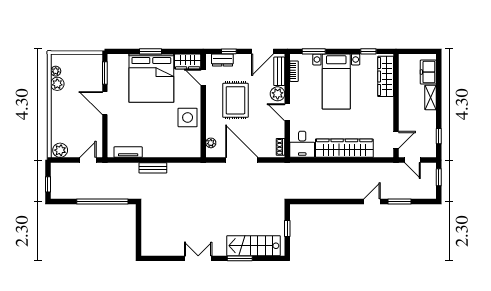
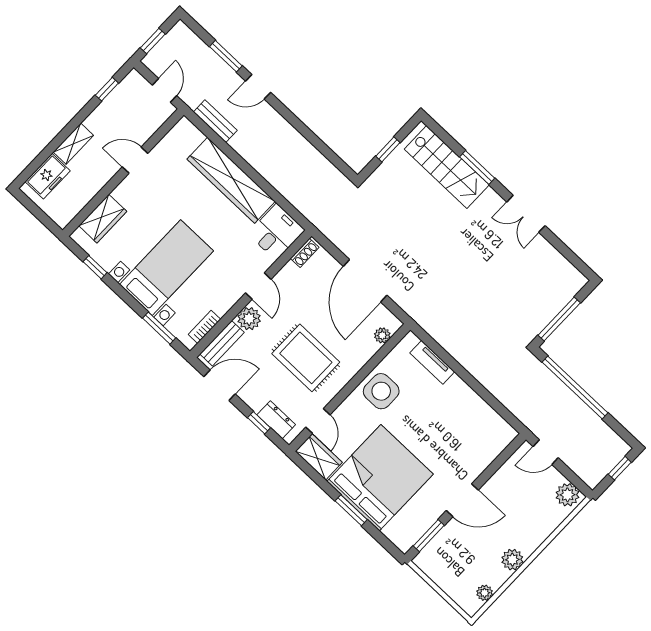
wardrobe: (386, 76) -> (103, 219), width x0.67
plant: (57, 84) -> (512, 560), moved
rug: (235, 100) -> (306, 358), turned 90
door: (105, 103) -> (462, 500), hinge flipped
door: (396, 140) -> (135, 160), moved
tv unit: (128, 152) -> (432, 362), moved
bench: (153, 168) -> (215, 121), moved
window: (139, 225) -> (559, 319), added

